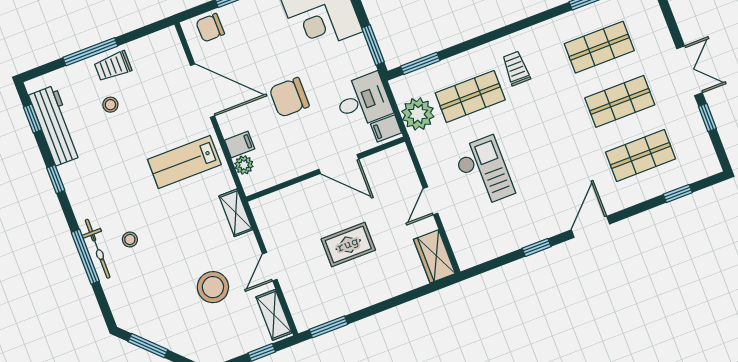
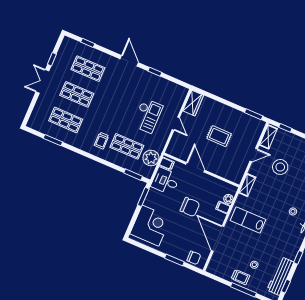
lab bench: (184, 162) -> (248, 220), turned 180
checkout: (484, 172) -> (147, 116), turned 180
door: (431, 201) -> (176, 124), hinge flipped
door: (590, 227) -> (129, 61), swing flipped

